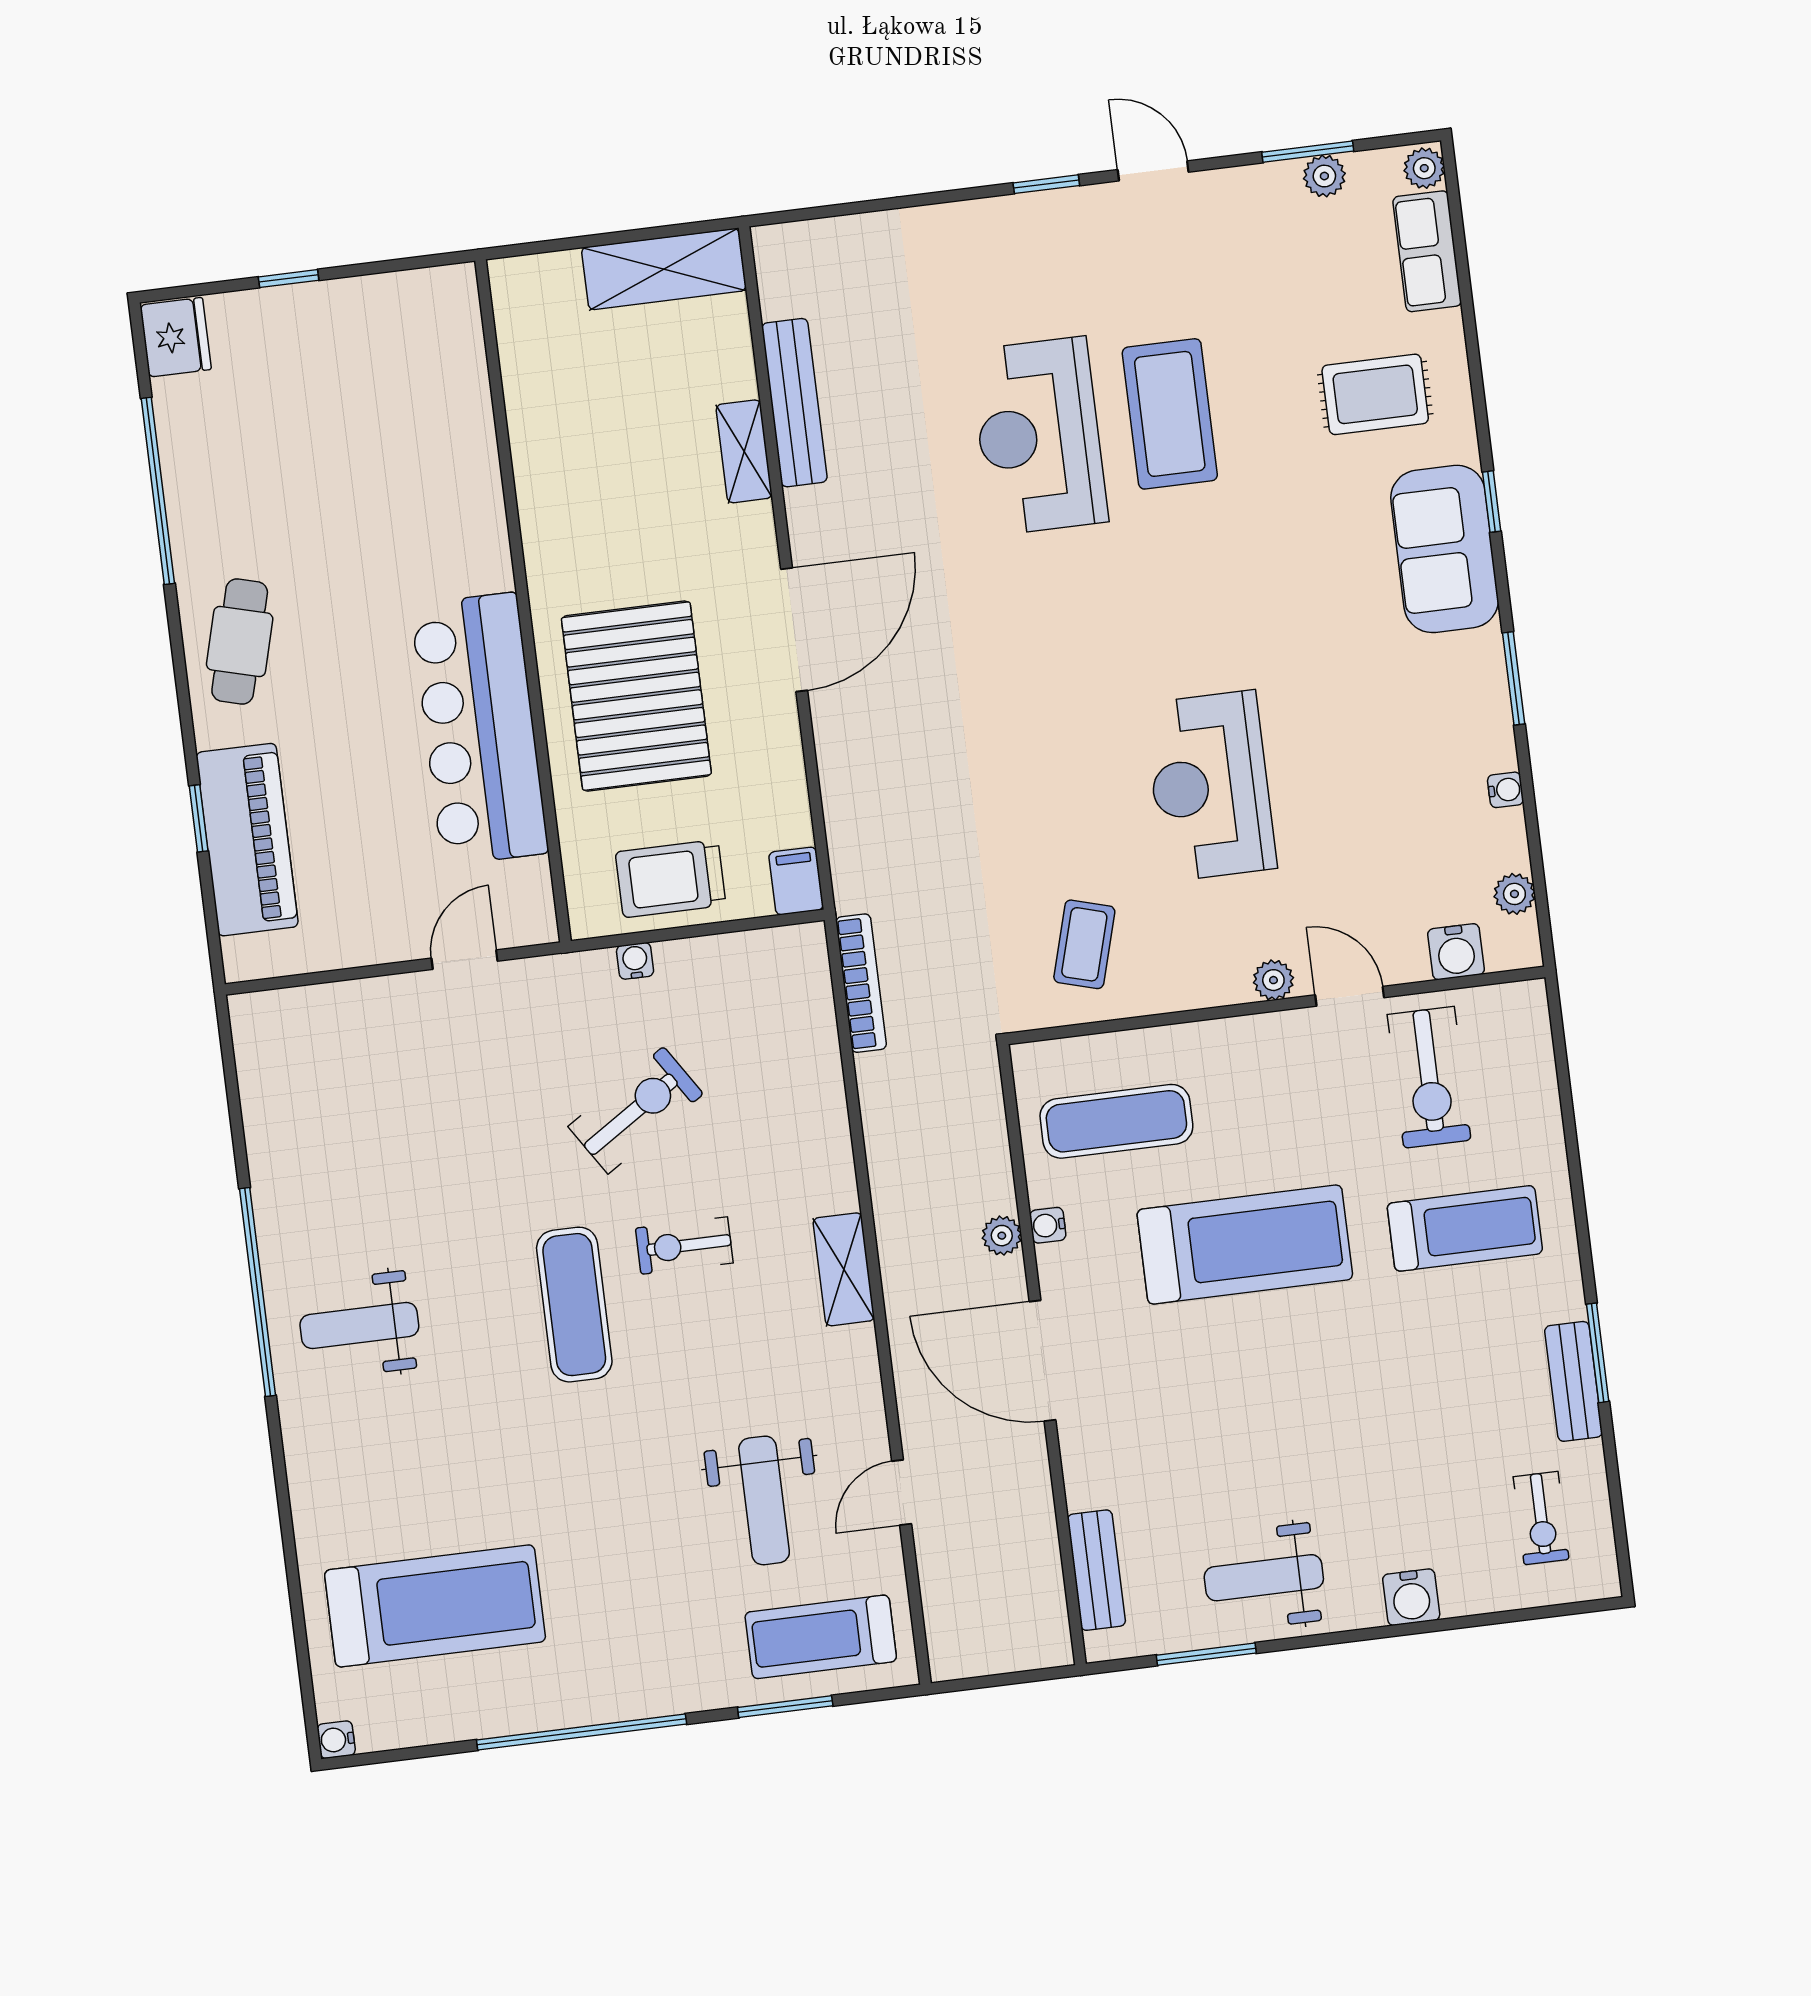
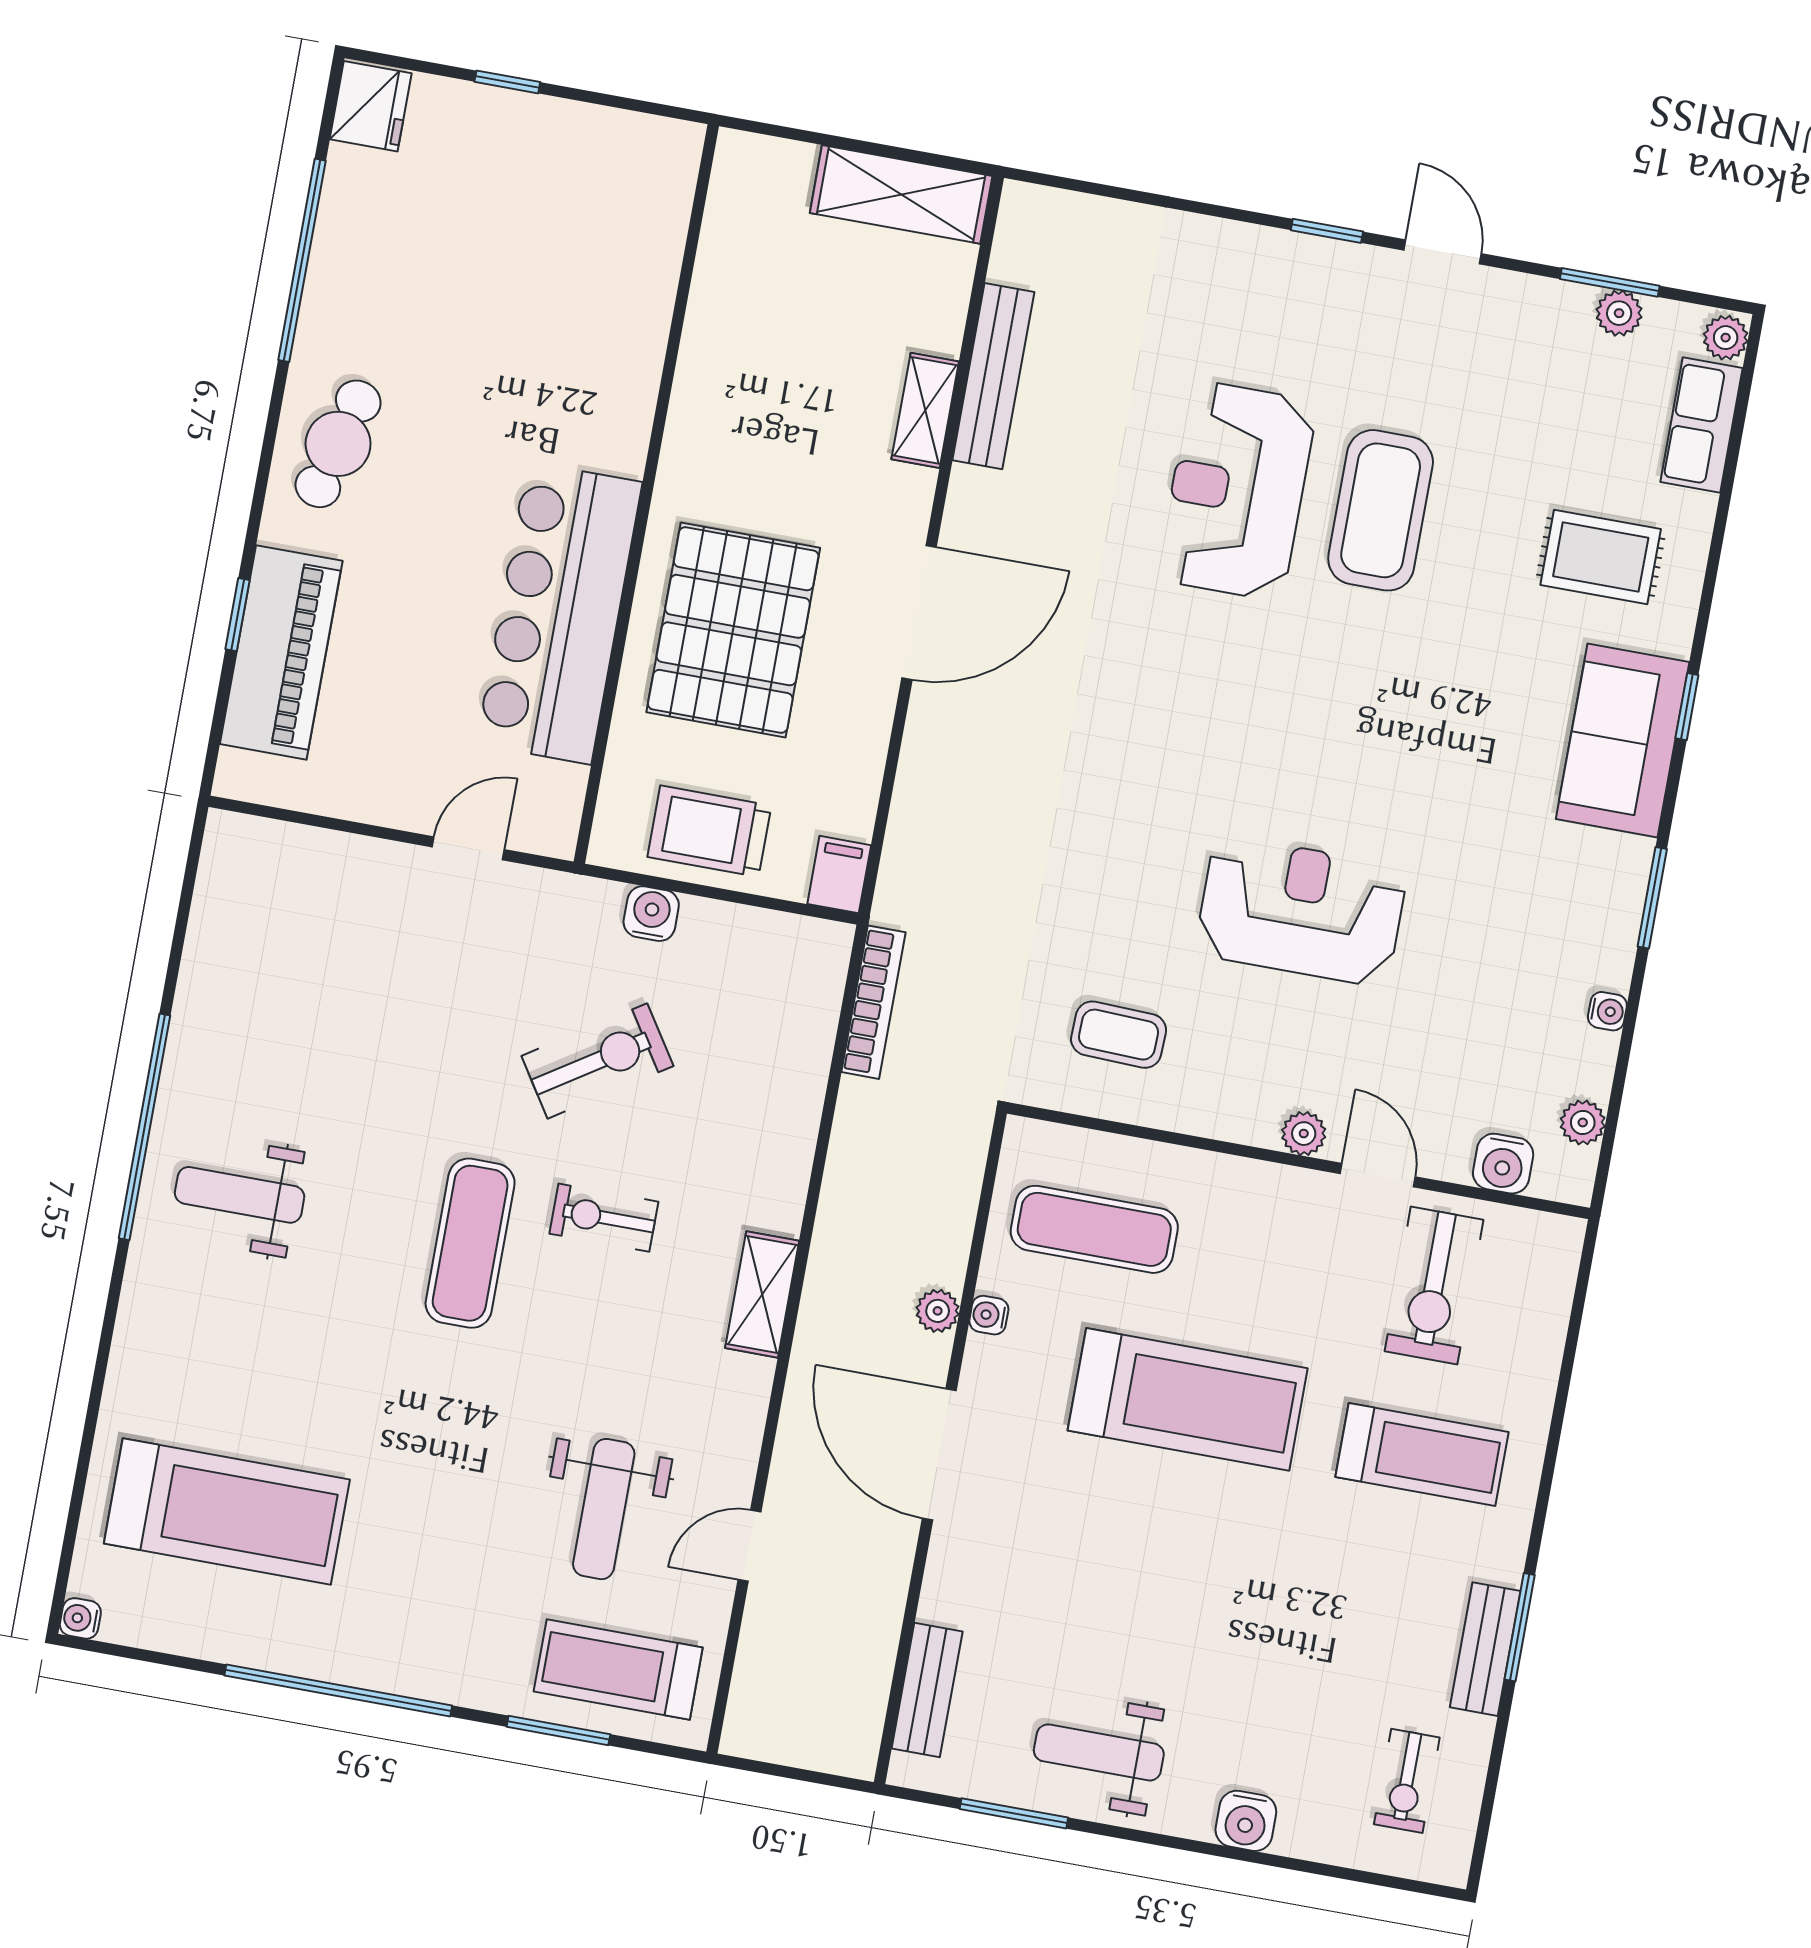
reception desk: (1210, 786) -> (1301, 911), turned 90
coffee table: (1084, 944) -> (1119, 1035), turned 76
water cooler: (635, 961) -> (651, 914), width x1.38, depth x1.38

